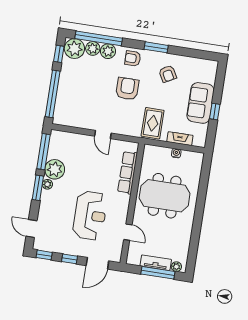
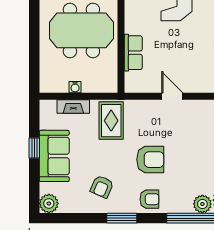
plant: (108, 51) -> (49, 203), moved
armchair: (168, 74) -> (102, 187), turned -127
armchair: (127, 89) -> (150, 160), turned -90
row of seats: (128, 173) -> (133, 53), width x0.68

